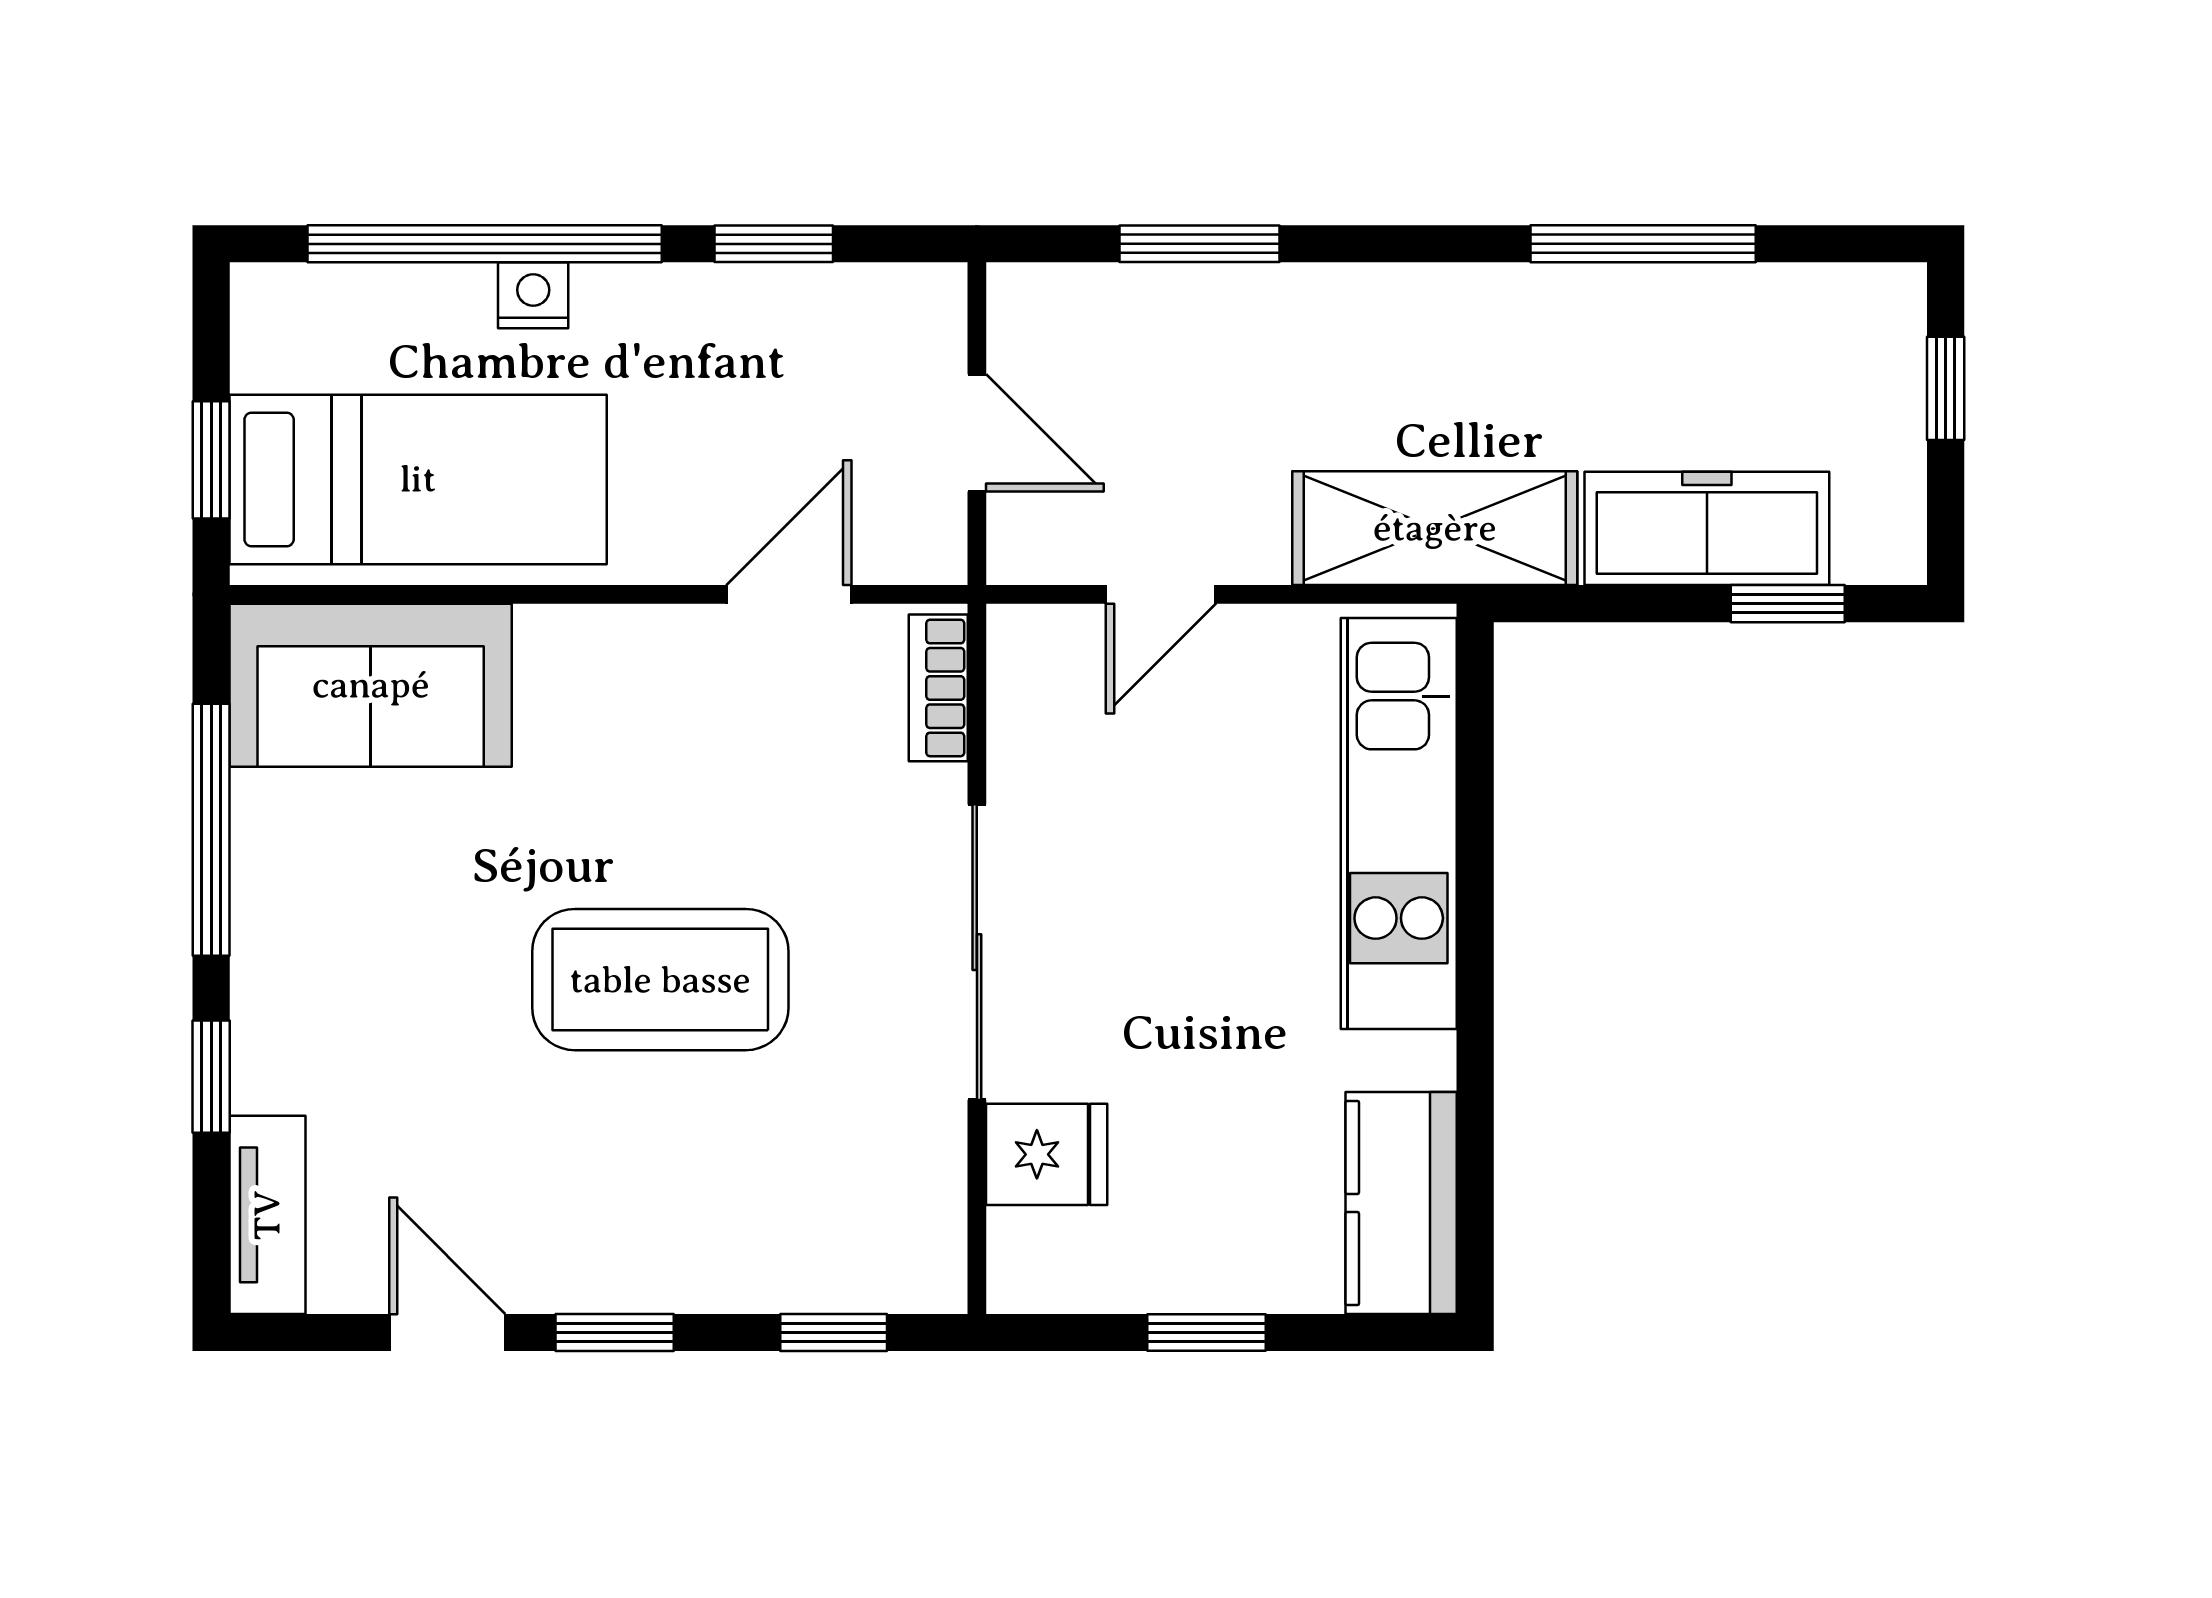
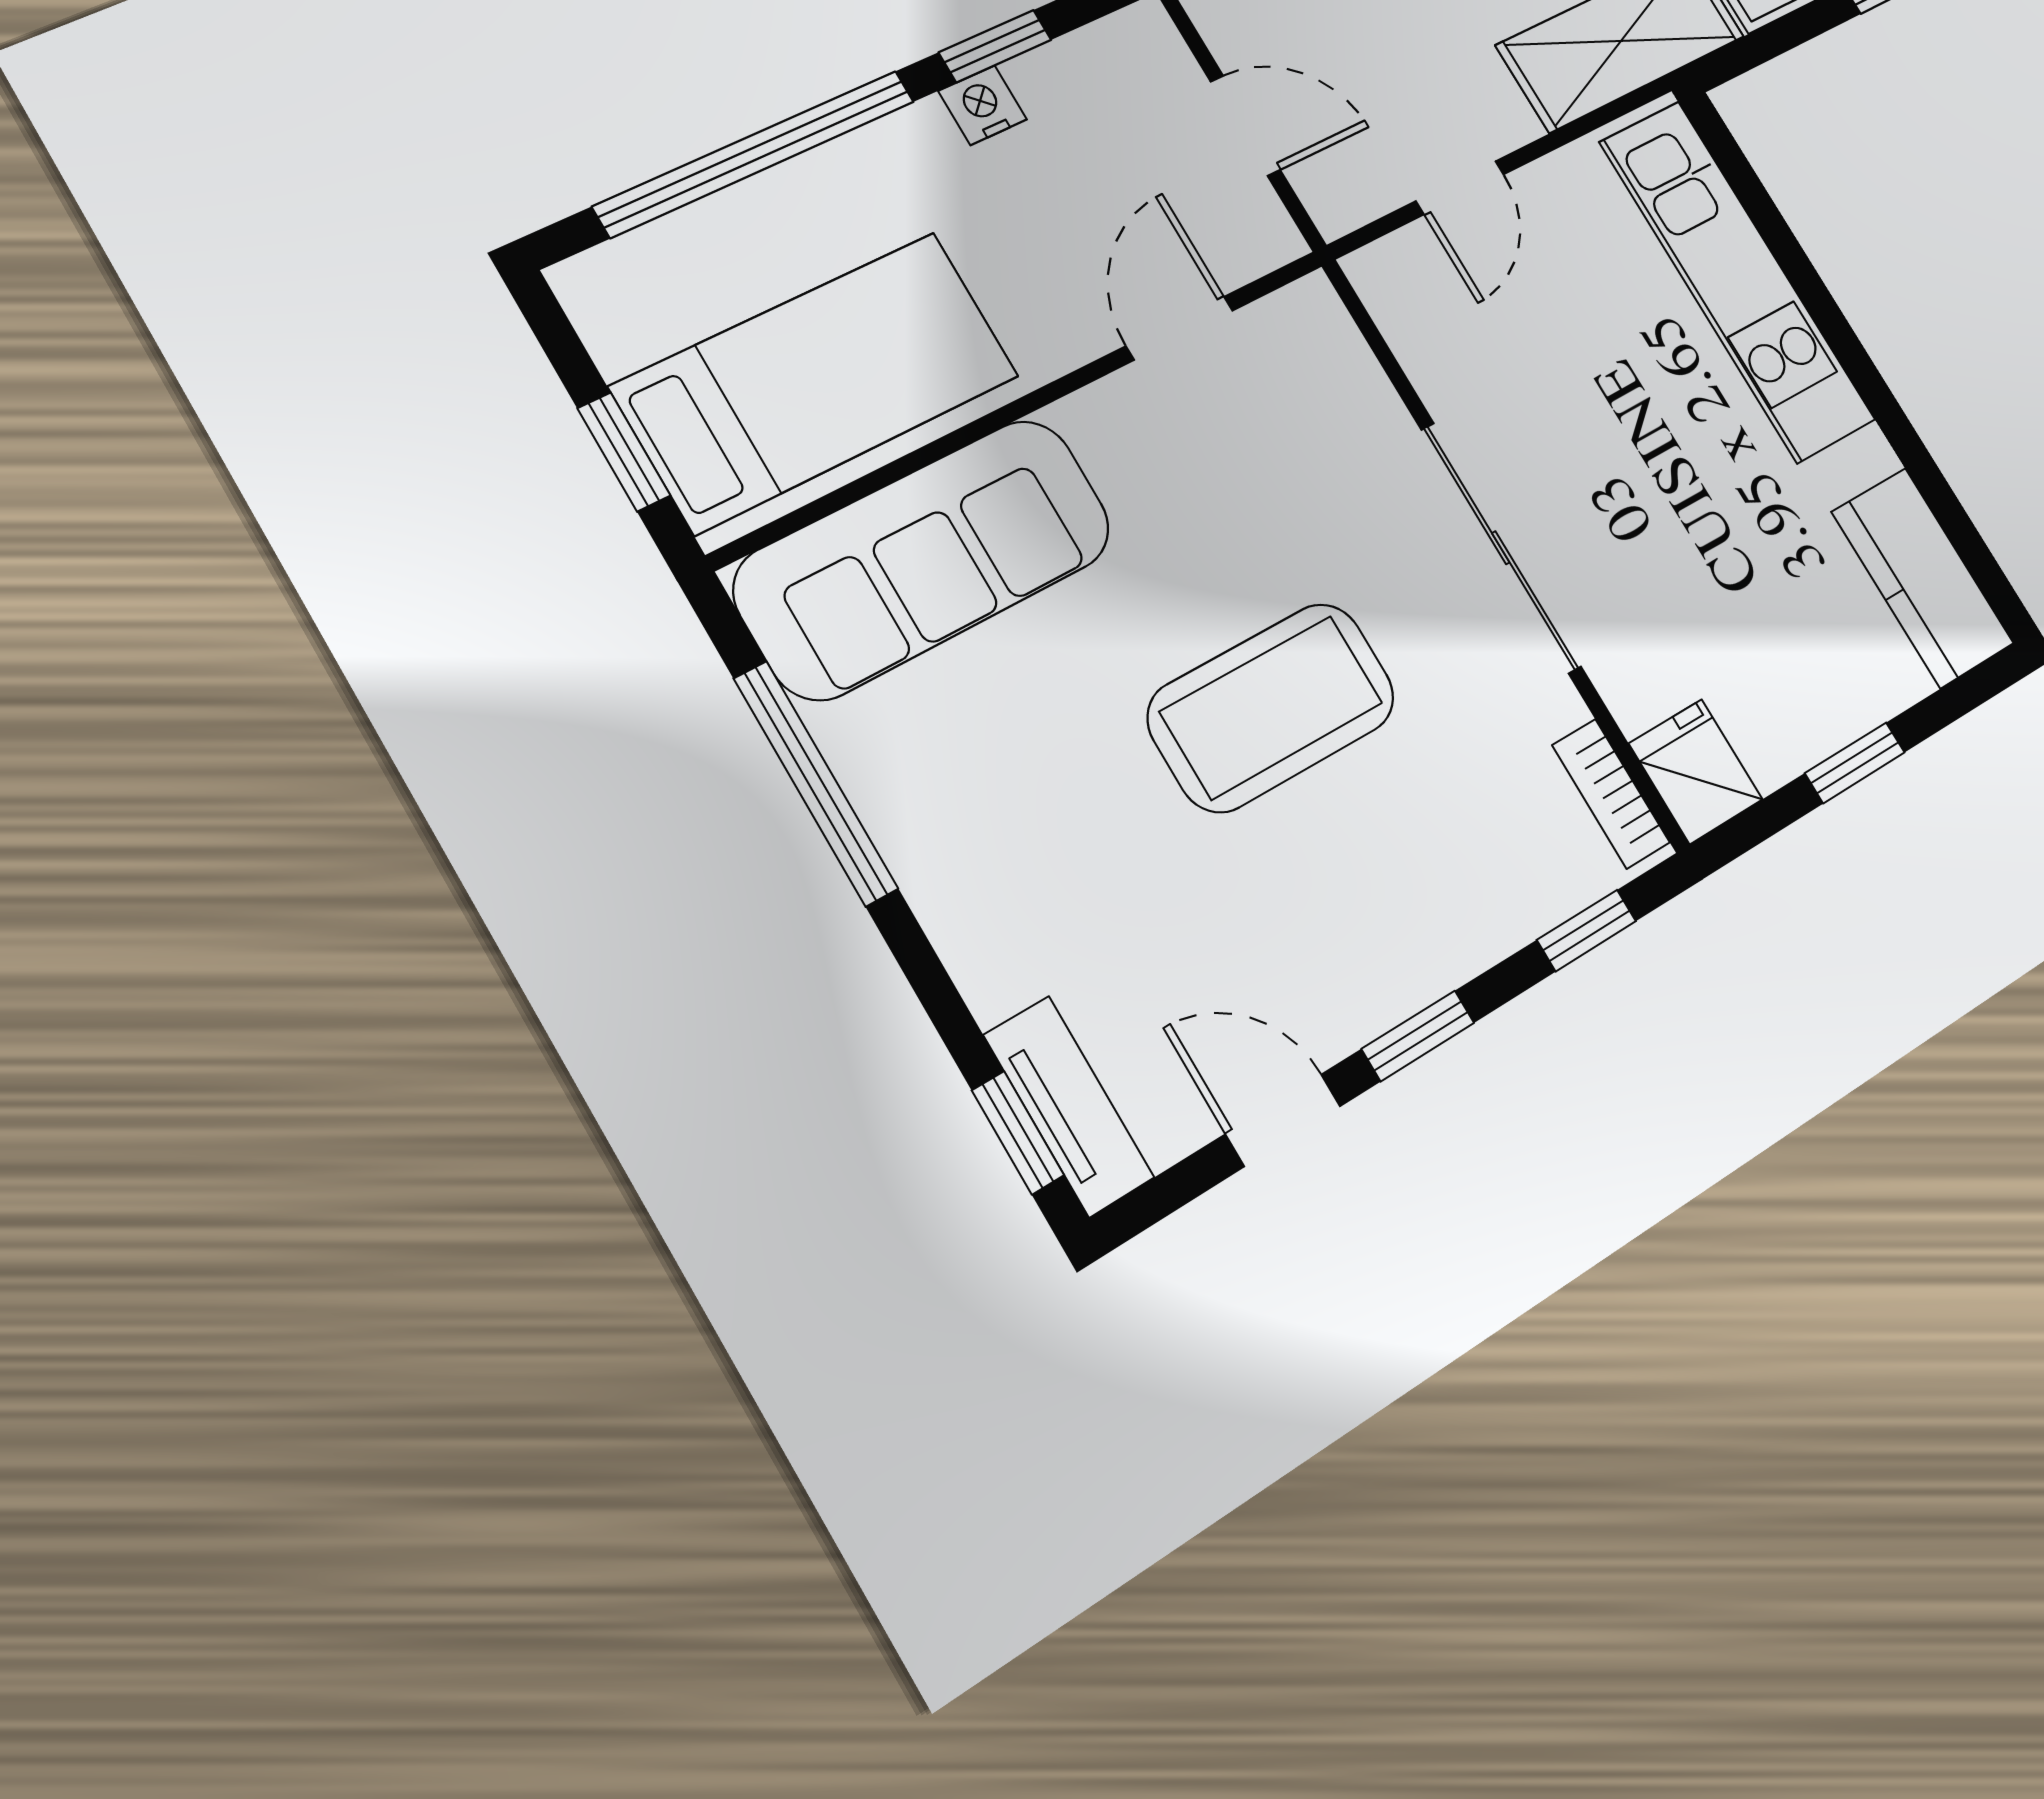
nightstand: (533, 295) -> (983, 105), moved
sofa: (371, 685) -> (924, 558), width x1.36
bookcase: (938, 688) -> (1611, 794), moved
window: (211, 1077) -> (1018, 1133), moved
fridge: (1047, 1154) -> (1696, 772), moved, turned -90

